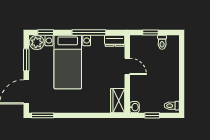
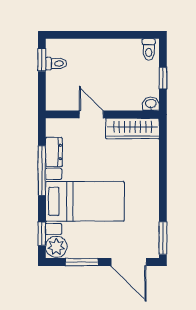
window: (151, 33) -> (42, 60), moved
dresser: (115, 41) -> (54, 152), moved
door: (127, 66) -> (91, 114), hinge flipped
wardrobe: (118, 101) -> (132, 129), width x1.50

